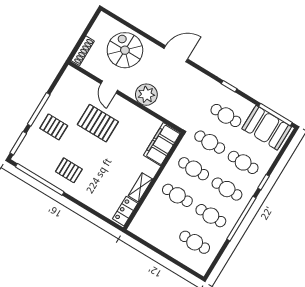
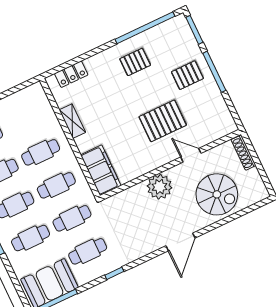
locker: (125, 211) -> (71, 74), moved, turned 90

